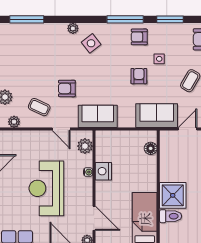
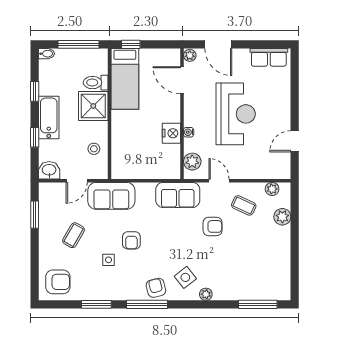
armchair: (139, 37) -> (156, 288), moved, turned -104
floor lamp: (151, 148) -> (118, 159), removed
stool: (172, 157) -> (94, 149), added

